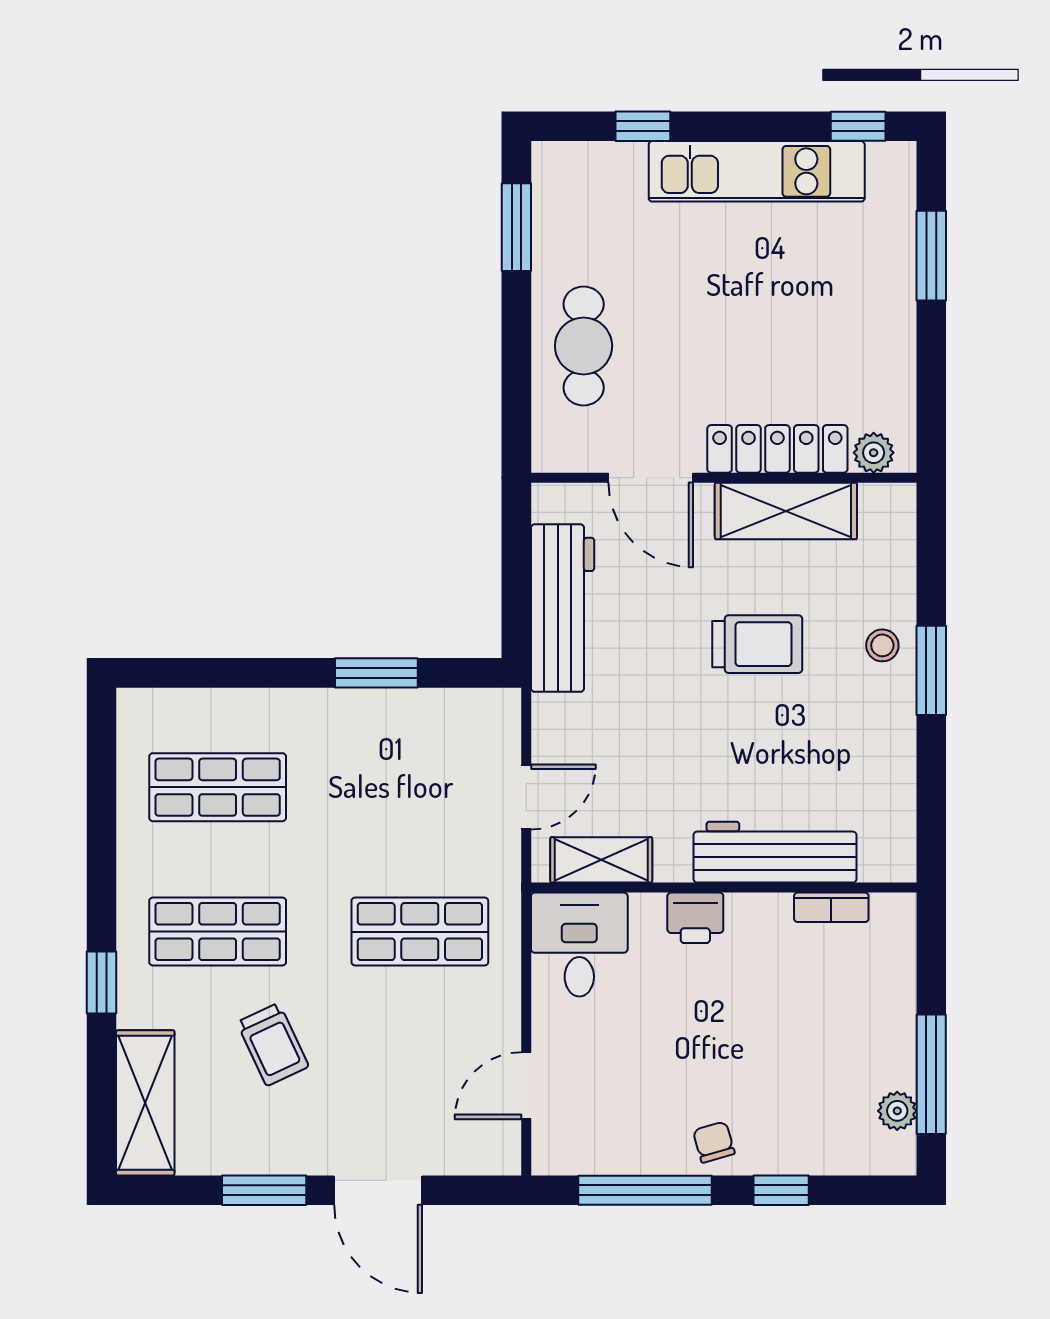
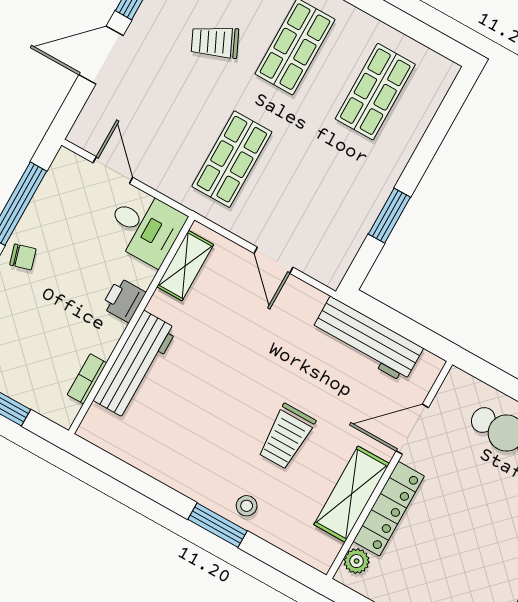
workbench: (775, 852) -> (135, 365), moved
shelving: (601, 860) -> (185, 266), moved
wall: (724, 888) -> (132, 325), moved
bookcase: (831, 907) -> (87, 379), moved
printer: (695, 918) -> (124, 300), moved
desk: (579, 945) -> (145, 227), moved

